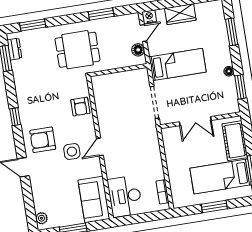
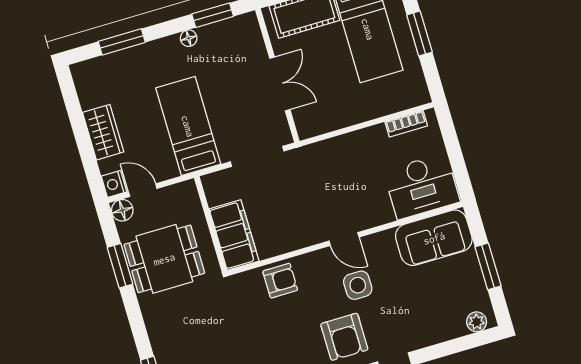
dining table: (77, 50) -> (164, 259), moved, turned 90
floor lamp: (138, 50) -> (122, 210), moved
filing cabinet: (110, 83) -> (234, 235), added

